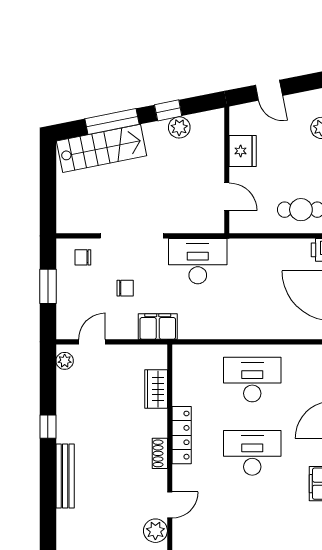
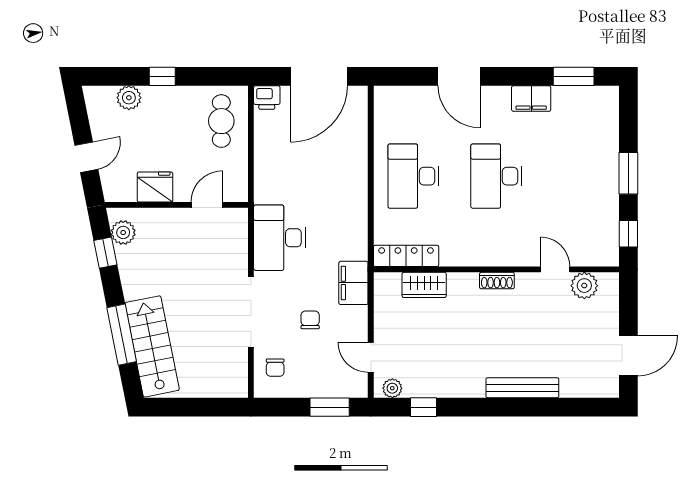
window: (168, 110) -> (105, 253), moved
plant: (179, 127) -> (123, 232), moved
window: (48, 286) -> (330, 407), moved
window: (48, 427) -> (424, 407), moved
locker: (182, 435) -> (406, 256), moved

